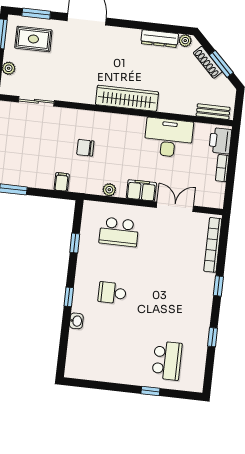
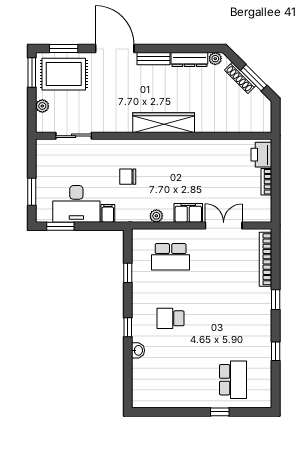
rug: (33, 39) -> (64, 74), width x1.36, depth x1.43
bench: (213, 112) -> (154, 59), moved
desk: (169, 138) -> (76, 204), moved, turned 180

